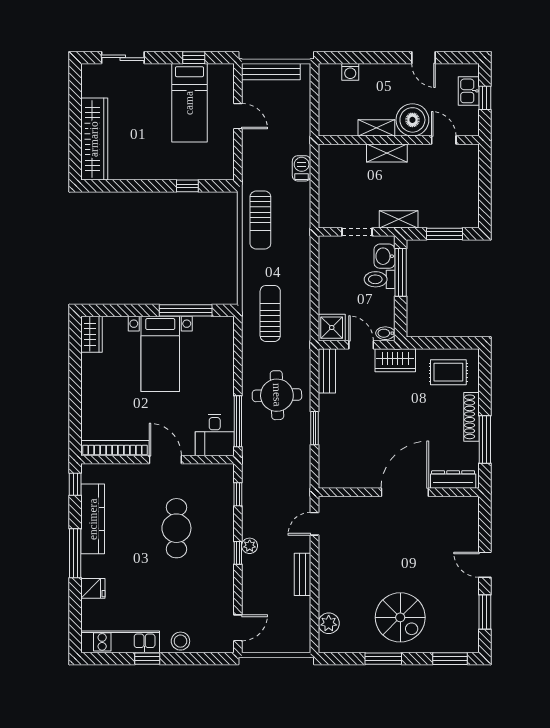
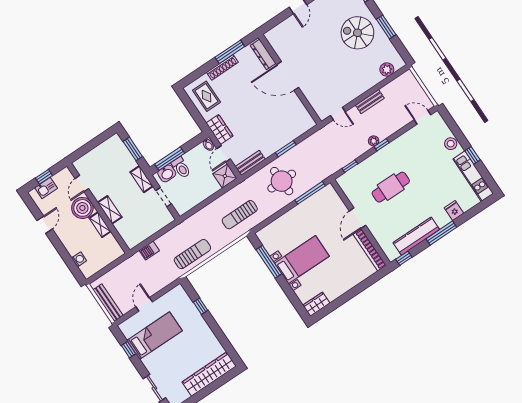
desk: (215, 435) -> (326, 200), removed
spiral stairs: (400, 617) -> (357, 33), turned -90

